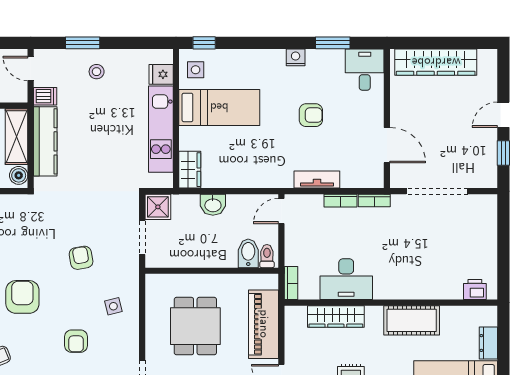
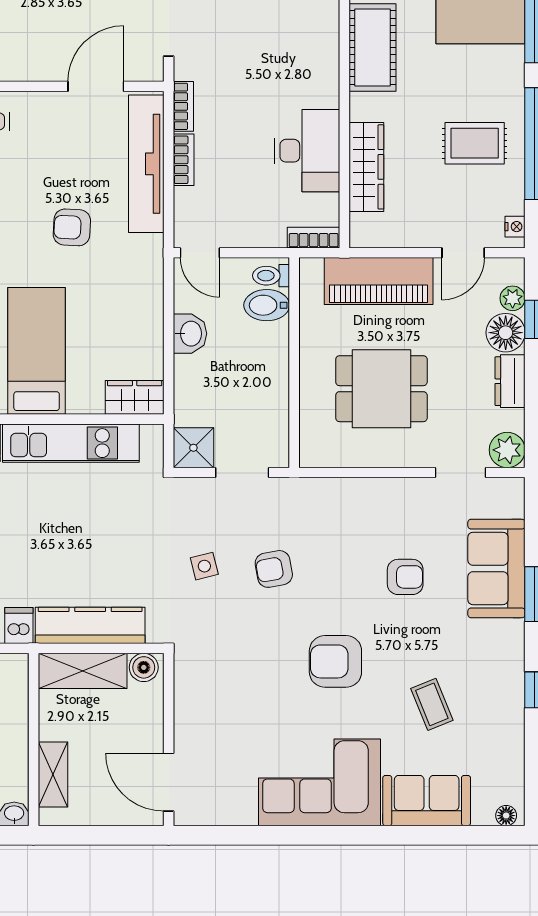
armchair: (311, 115) -> (72, 227), moved, turned -87
tv unit: (317, 179) -> (146, 164), width x1.92, depth x1.29
washbasin: (213, 205) -> (190, 334), moved
side table: (113, 306) -> (204, 566), moved

